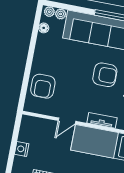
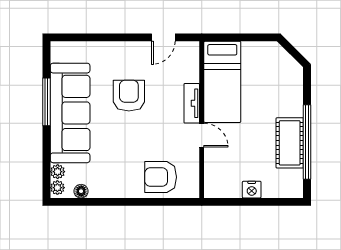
armchair: (43, 86) -> (161, 177), turned 180
tv unit: (102, 120) -> (192, 103), moved

